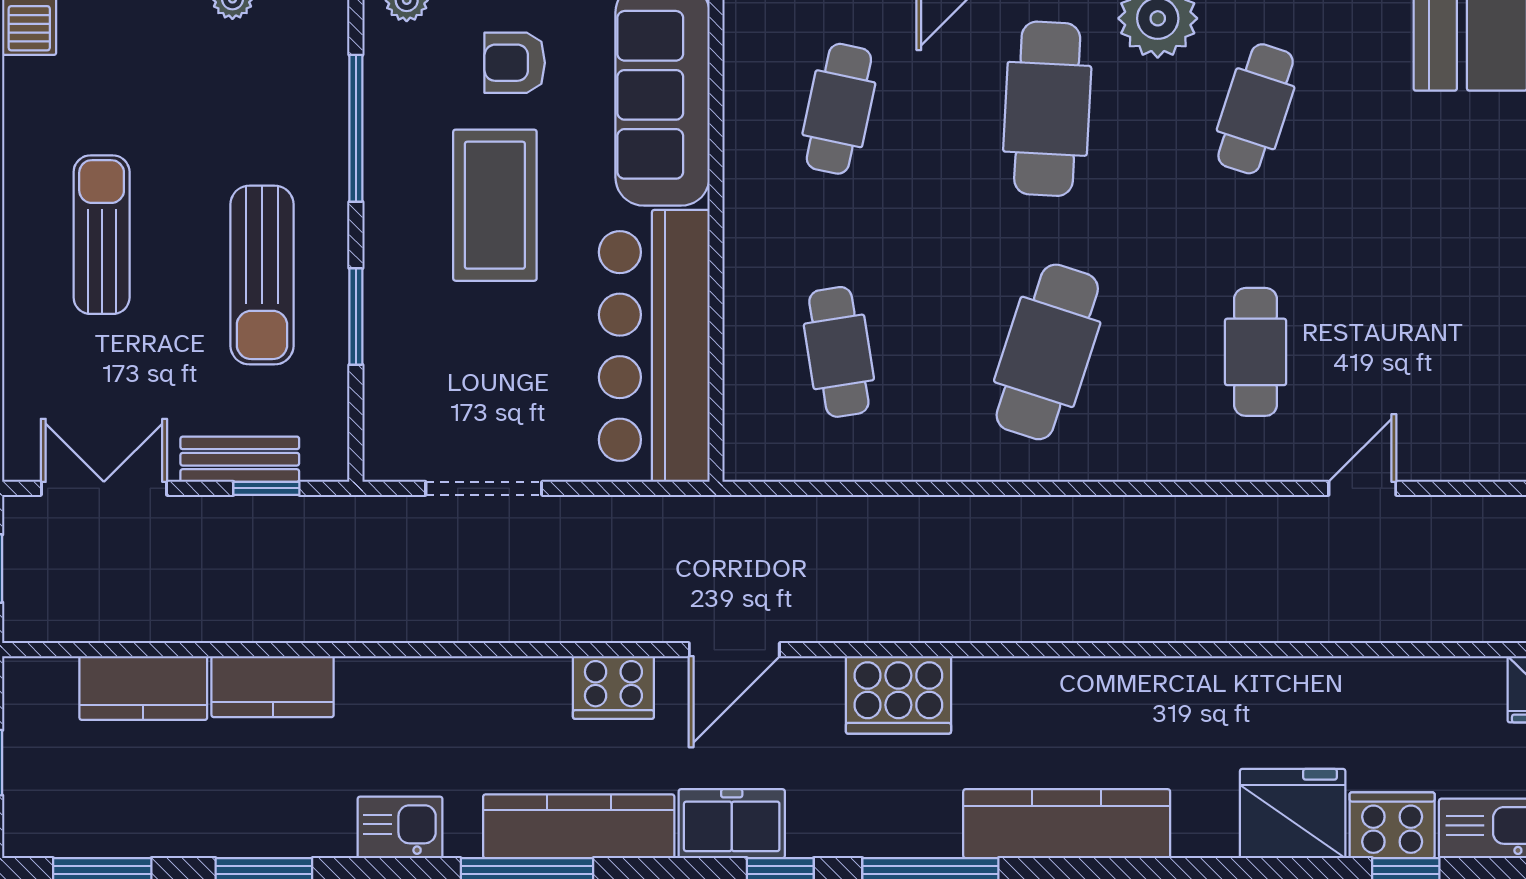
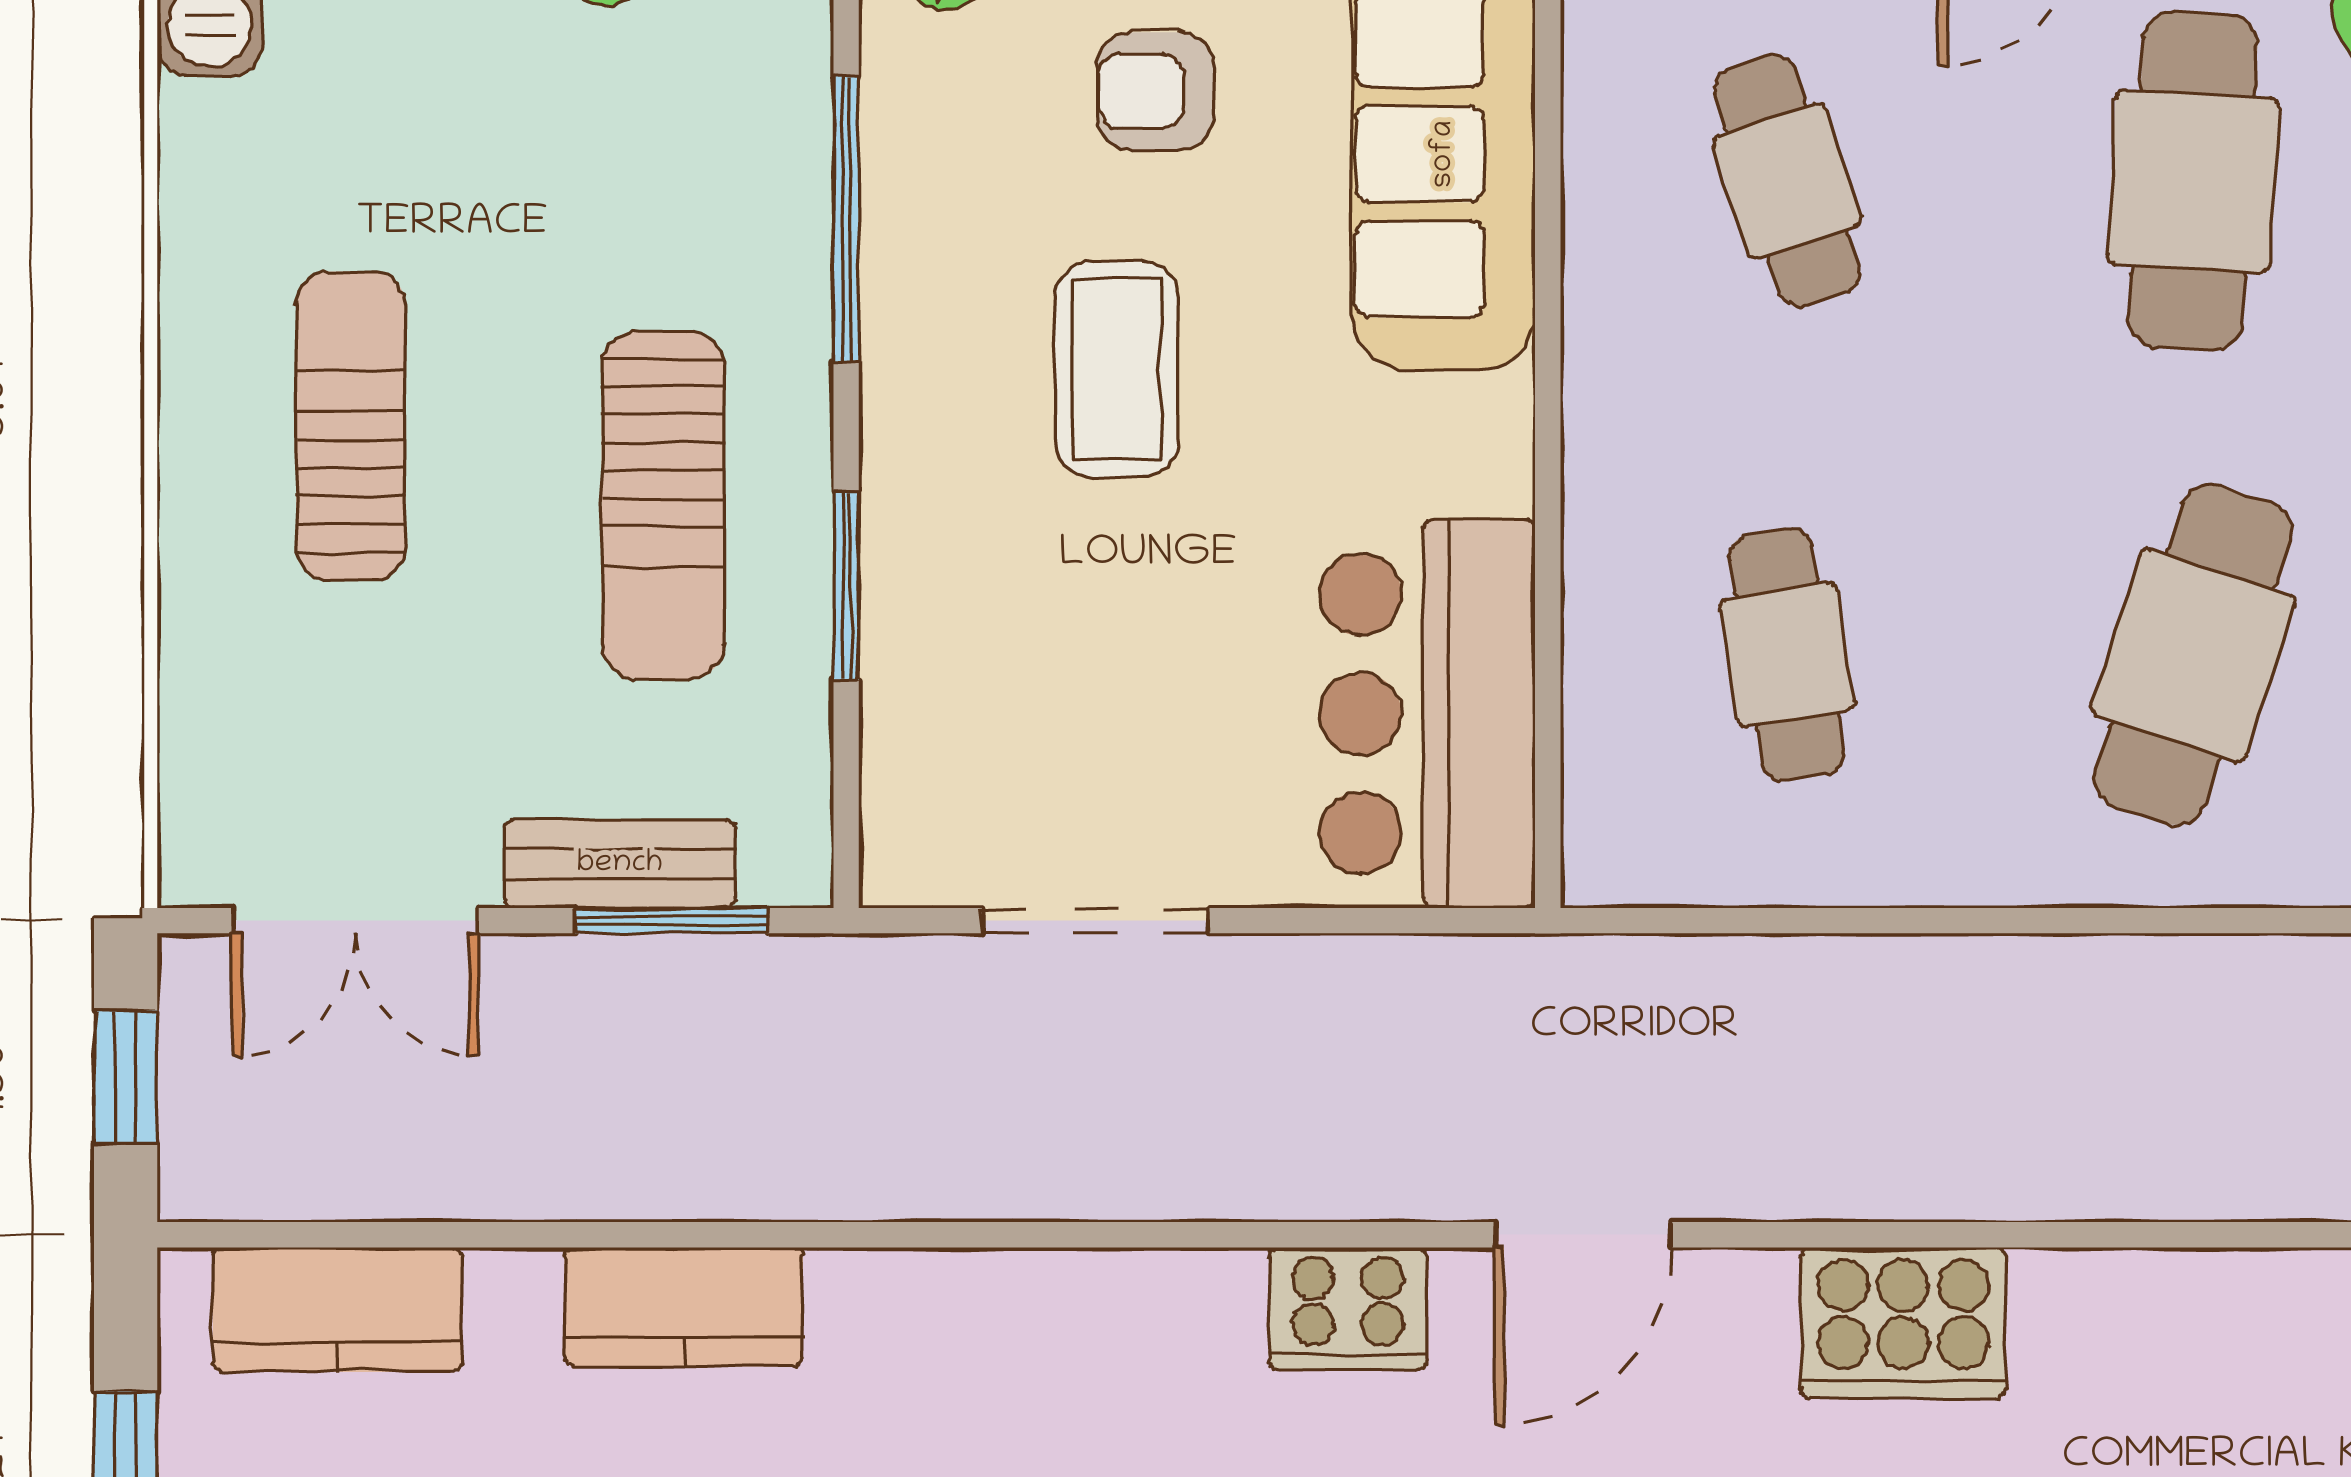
cafe table: (839, 109) -> (1787, 181), turned -30
coffee table: (495, 205) -> (1117, 369), width x0.73, depth x0.76
bar counter: (654, 346) -> (1427, 714), width x0.73
double door: (104, 488) -> (355, 921), swing flipped
window: (266, 488) -> (672, 921), width x1.50
kitchen counter: (143, 688) -> (337, 1310), moved

